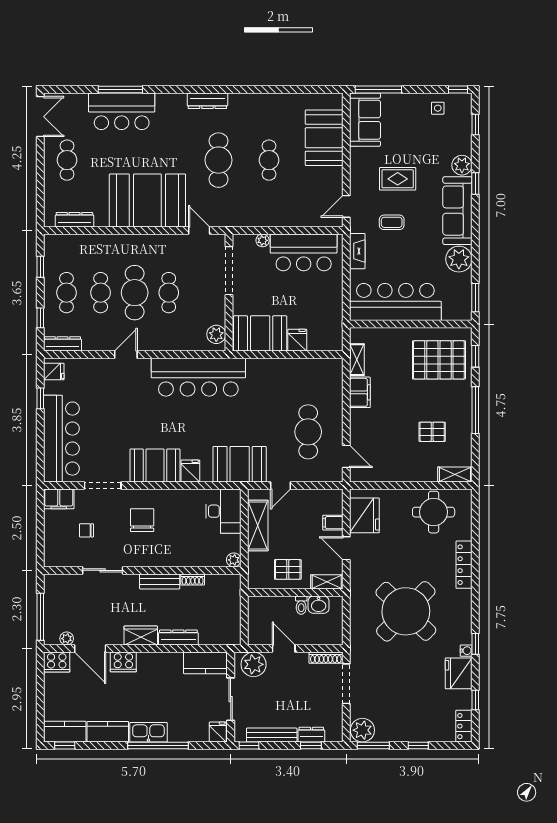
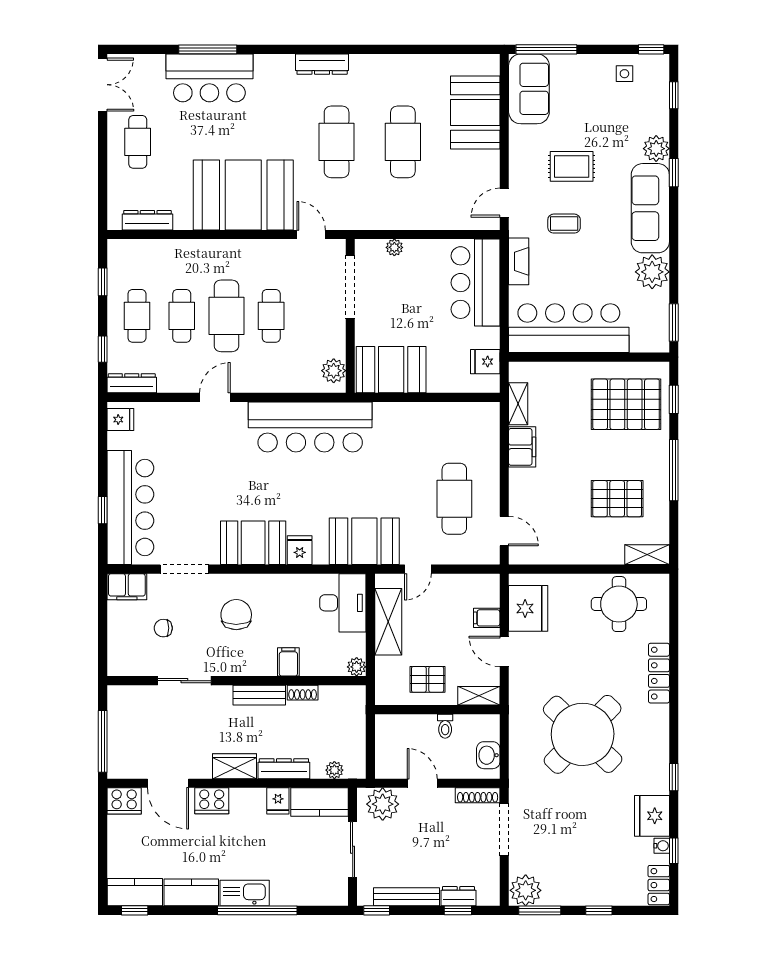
cafe table: (269, 160) -> (403, 142), width x1.37, depth x1.35
bar counter: (304, 252) -> (476, 283), moved, turned 90
fridge: (297, 340) -> (485, 362), moved, turned -90
window: (40, 398) -> (103, 510), moved
pallet: (432, 432) -> (617, 499), width x1.50, depth x1.42
filing cabinet: (182, 556) -> (288, 662), added
washbasin: (319, 605) -> (488, 755), moved, turned 90
plant: (67, 639) -> (334, 770), moved
water cooler: (466, 651) -> (662, 846), moved
fridge: (218, 732) -> (278, 801), moved, turned 180

